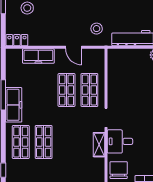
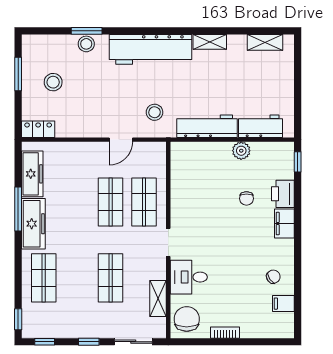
door: (74, 47) -> (121, 140), hinge flipped
freezer: (38, 56) -> (32, 174), moved, turned -90
shop shelf: (44, 142) -> (111, 278), moved
shelving: (99, 145) -> (158, 298), moved

